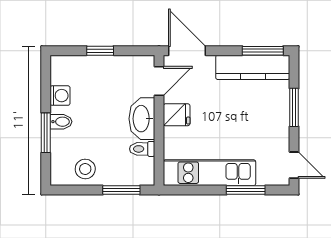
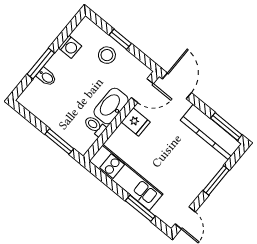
bidet: (61, 122) -> (46, 77), moved
stool: (85, 169) -> (107, 55), moved

